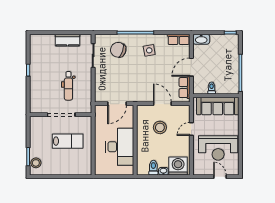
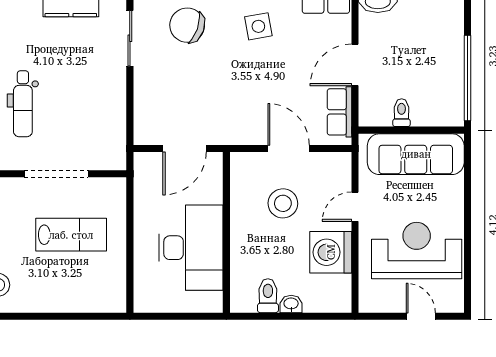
dental chair: (68, 86) -> (23, 104), moved
reception desk: (218, 148) -> (417, 251), turned 180
washing machine: (178, 166) -> (331, 252), moved, turned -90

